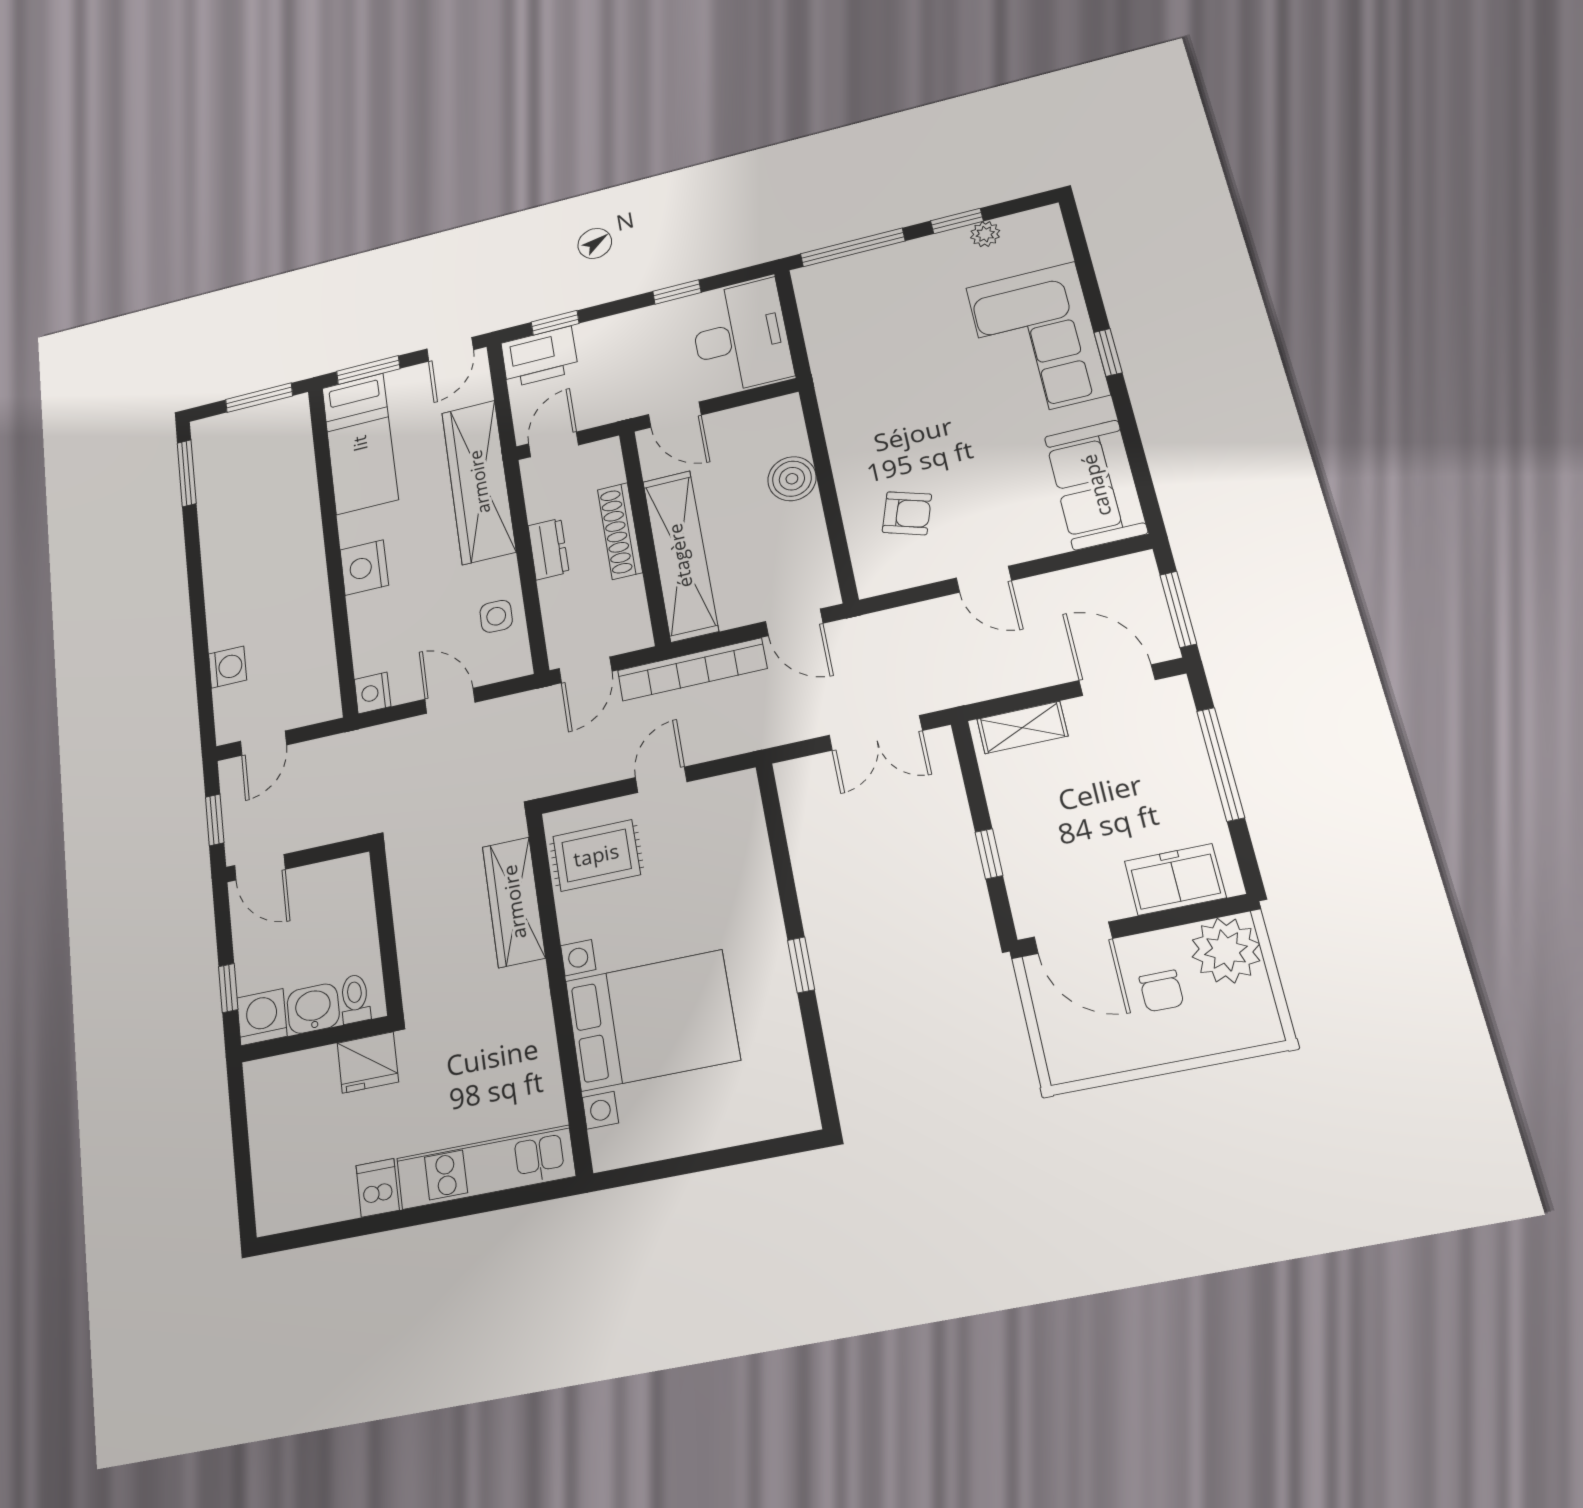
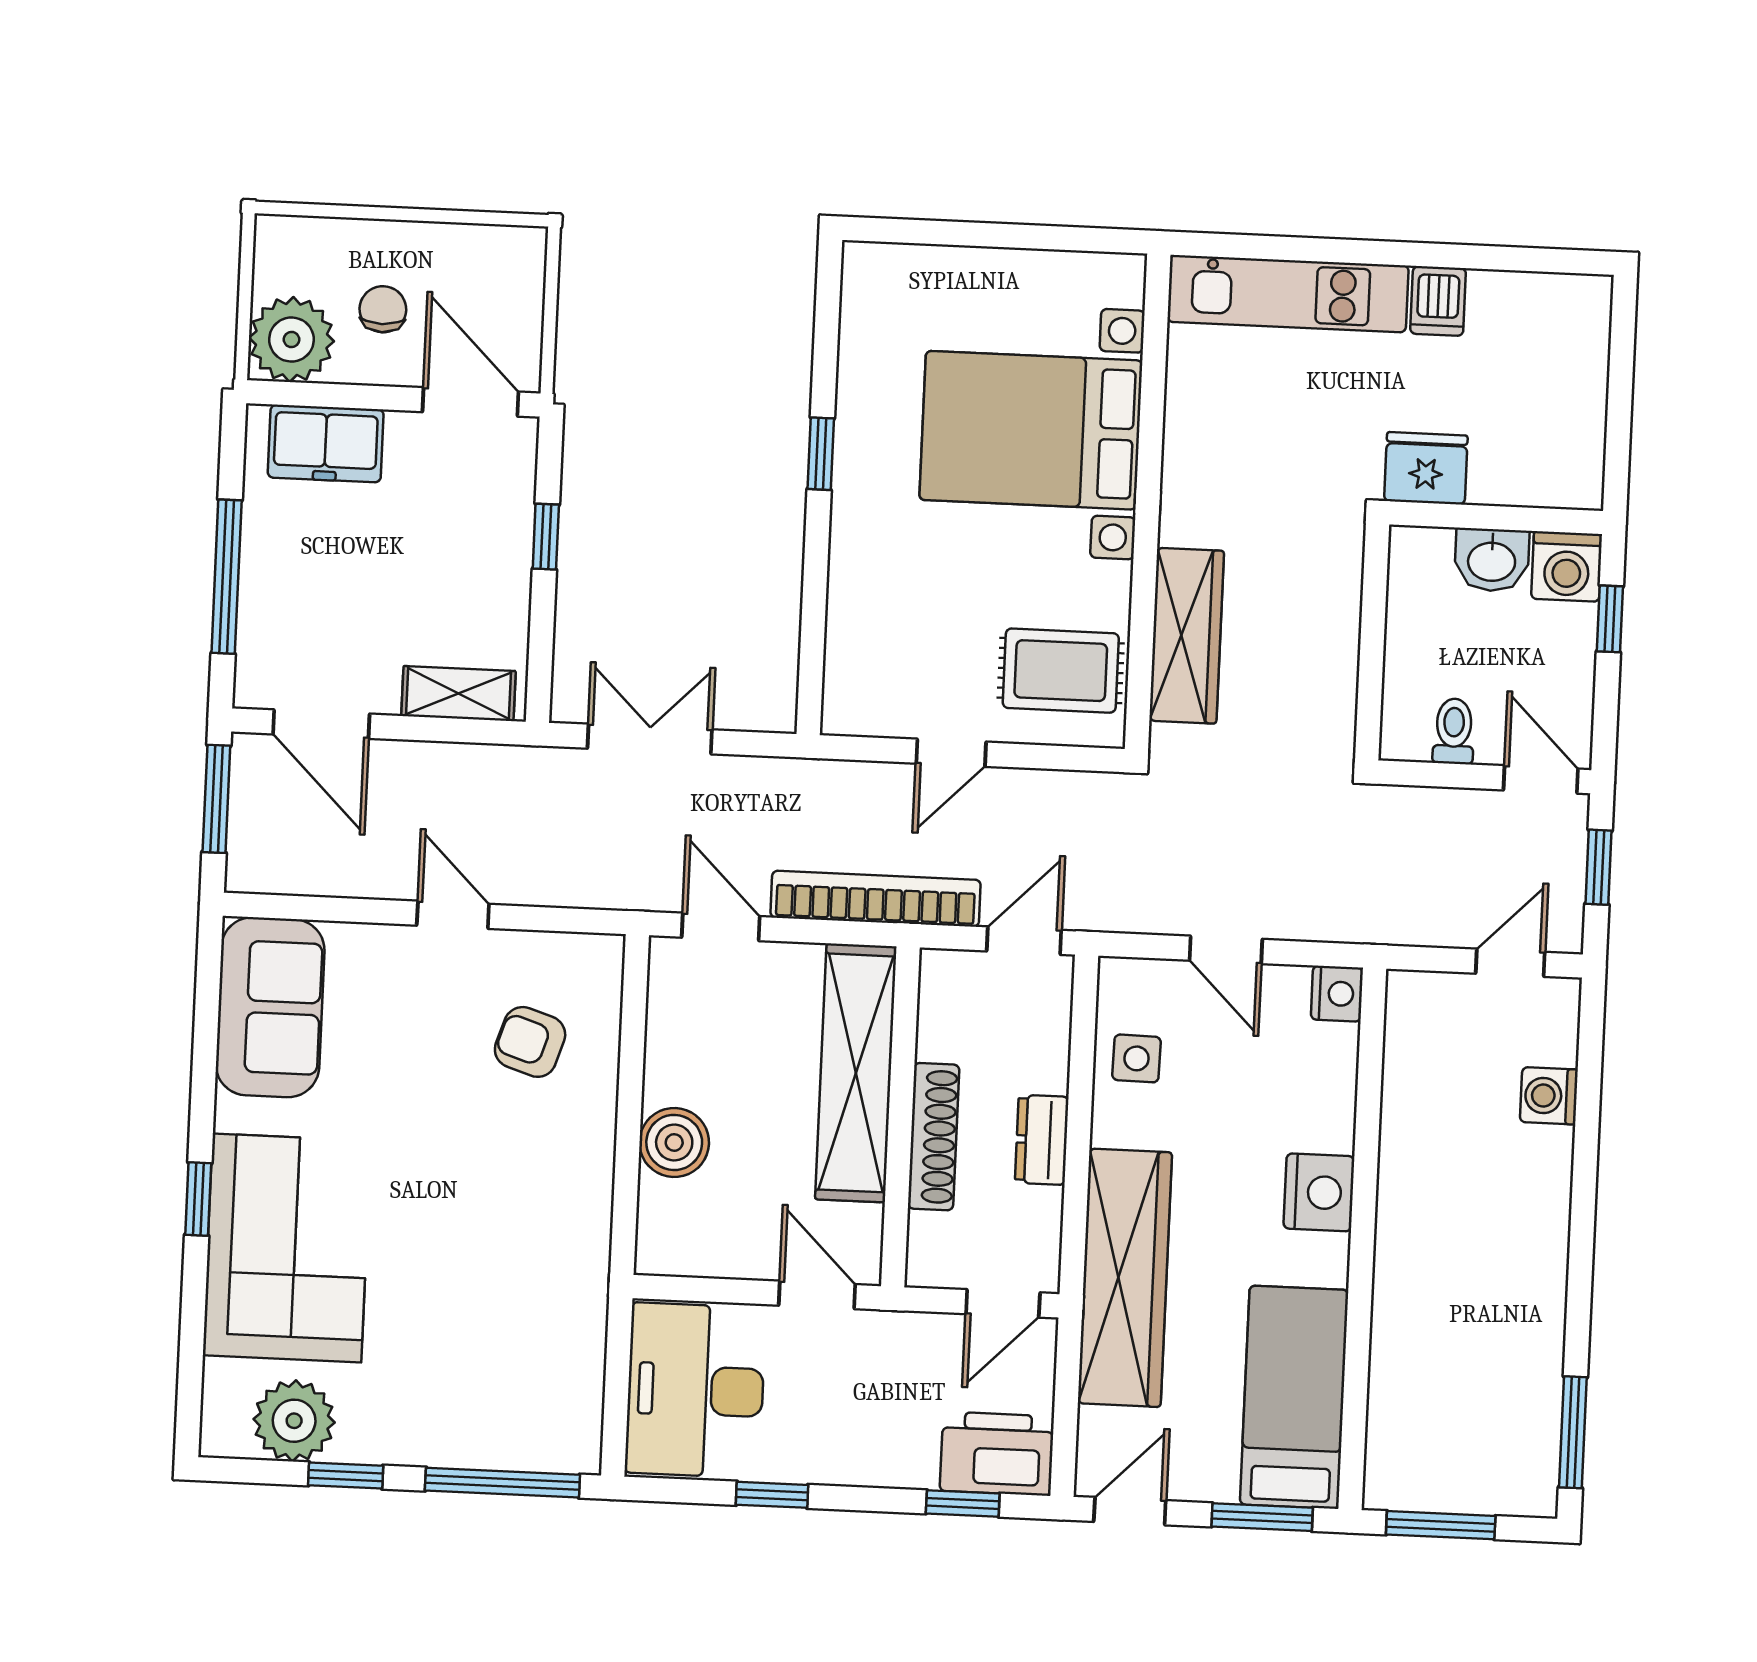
plant: (985, 234) -> (294, 1421), width x1.88, depth x1.88
toilet: (355, 999) -> (1454, 731), moved, turned 180

